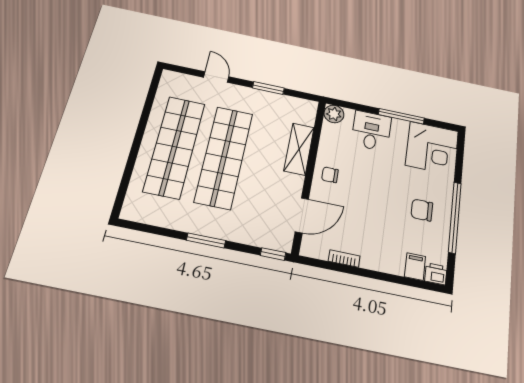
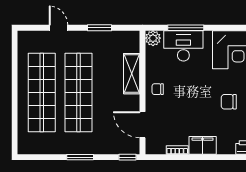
window: (401, 116) -> (186, 28), moved
desk: (371, 131) -> (183, 46), width x1.37
door: (302, 215) -> (143, 125), swing flipped
filing cabinet: (415, 267) -> (203, 145), moved, width x2.00

